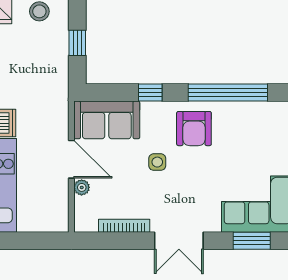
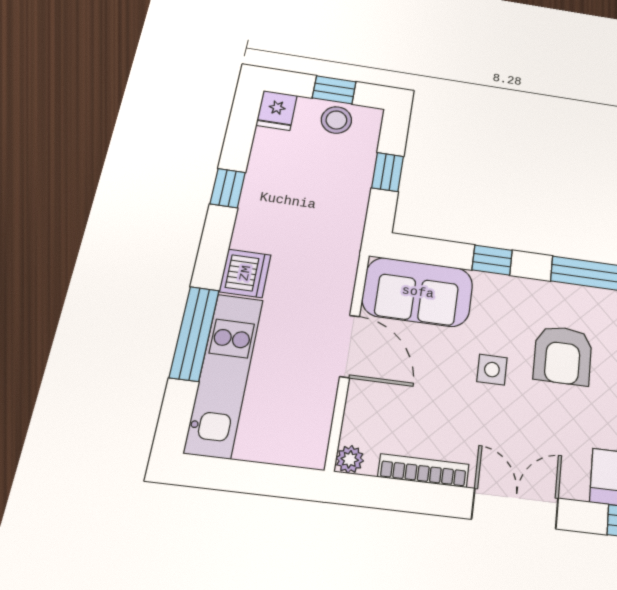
armchair: (194, 129) -> (563, 355), moved
plant: (82, 187) -> (350, 459), moved
double door: (179, 241) -> (515, 509), swing flipped

